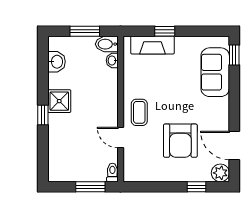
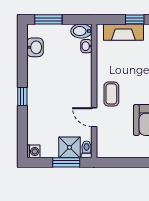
window: (85, 31) -> (48, 19), moved
shower: (59, 101) -> (70, 147), moved
washing machine: (55, 175) -> (33, 151), added

